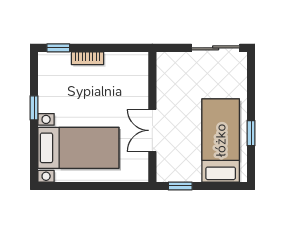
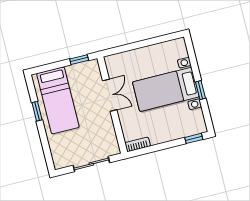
sliding door: (216, 48) -> (91, 164), moved
bookcase: (87, 58) -> (138, 144), moved
bed with nightstands: (78, 148) -> (166, 89), moved

